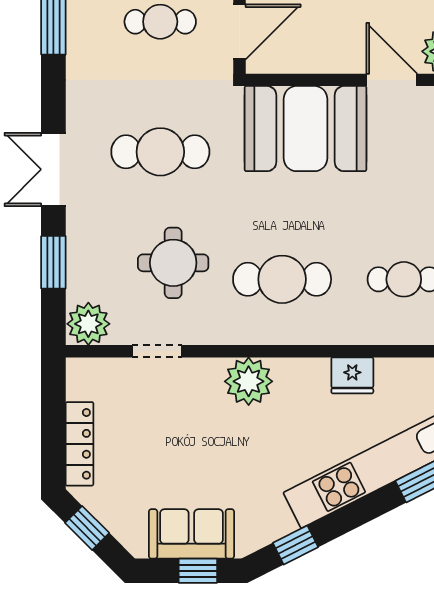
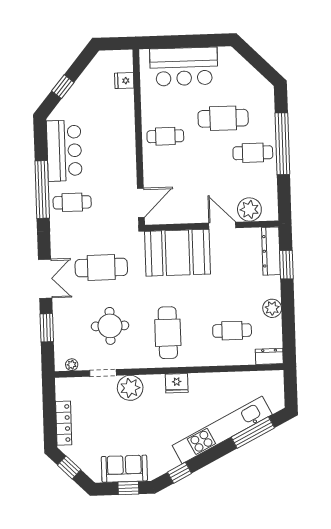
cafe table: (160, 22) -> (72, 202), moved
double door: (53, 169) -> (45, 279), swing flipped
cafe table: (282, 279) -> (168, 333), turned 90
plant: (88, 324) -> (72, 365), width x0.53, depth x0.53
fridge: (352, 375) -> (177, 383), moved
plant: (249, 381) -> (130, 388), moved

